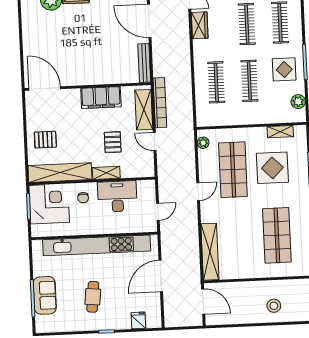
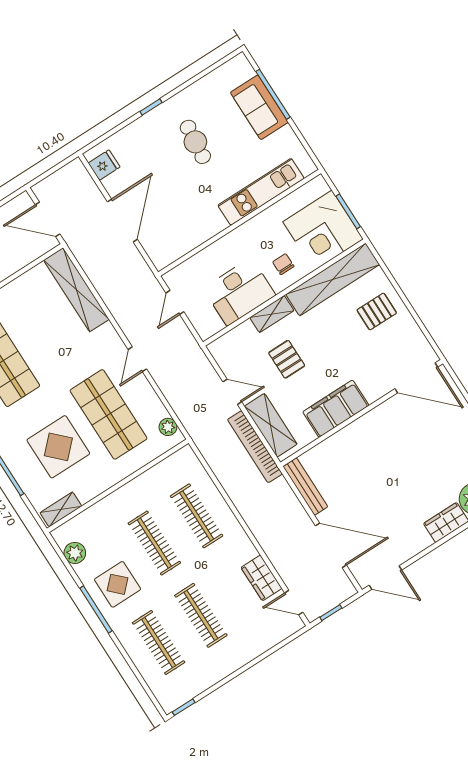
shelving: (280, 132) -> (61, 509), moved
kitchen unit: (97, 245) -> (261, 192), width x0.54
fridge: (138, 320) -> (104, 165), moved, turned -90

